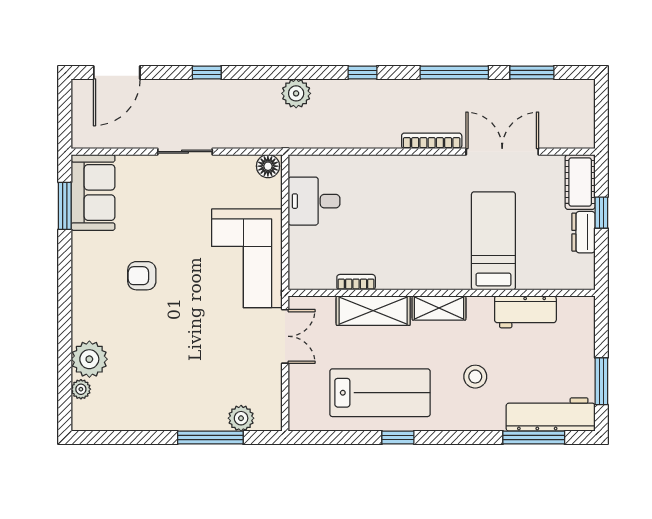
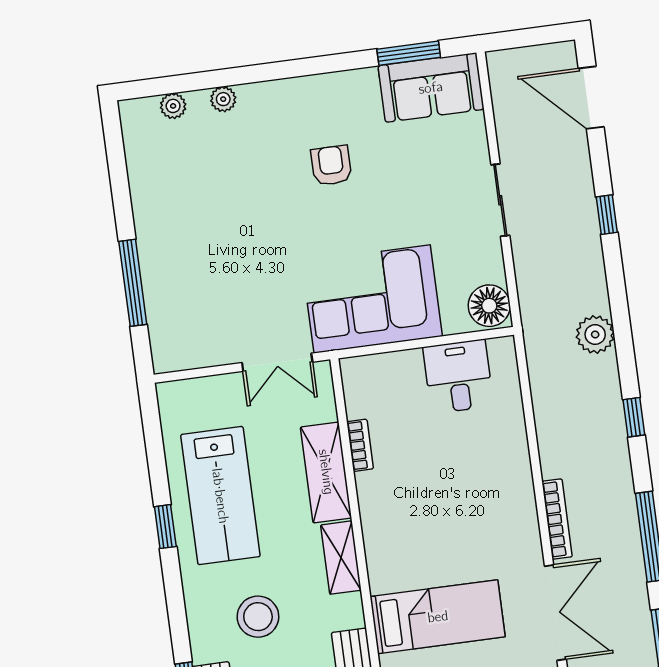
floor lamp: (268, 166) -> (489, 306), width x1.38, depth x1.38
plant: (89, 359) -> (223, 99), width x0.53, depth x0.53
stool: (475, 377) -> (258, 617), width x1.38, depth x1.38
plant: (241, 418) -> (163, 319), removed

